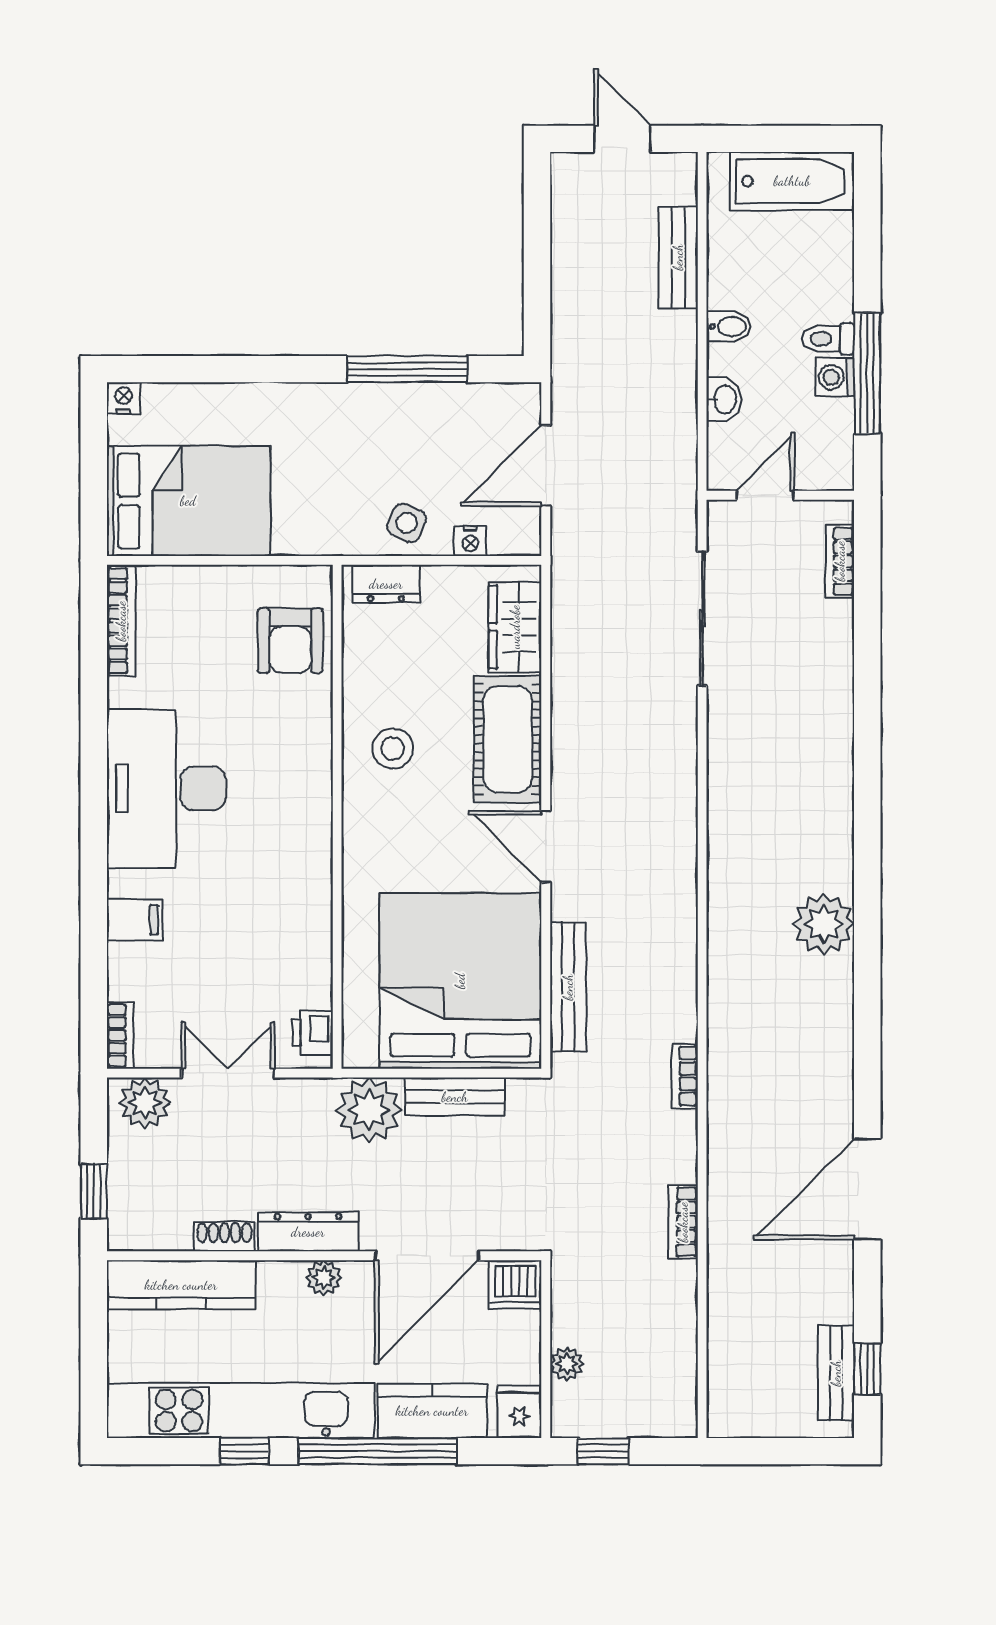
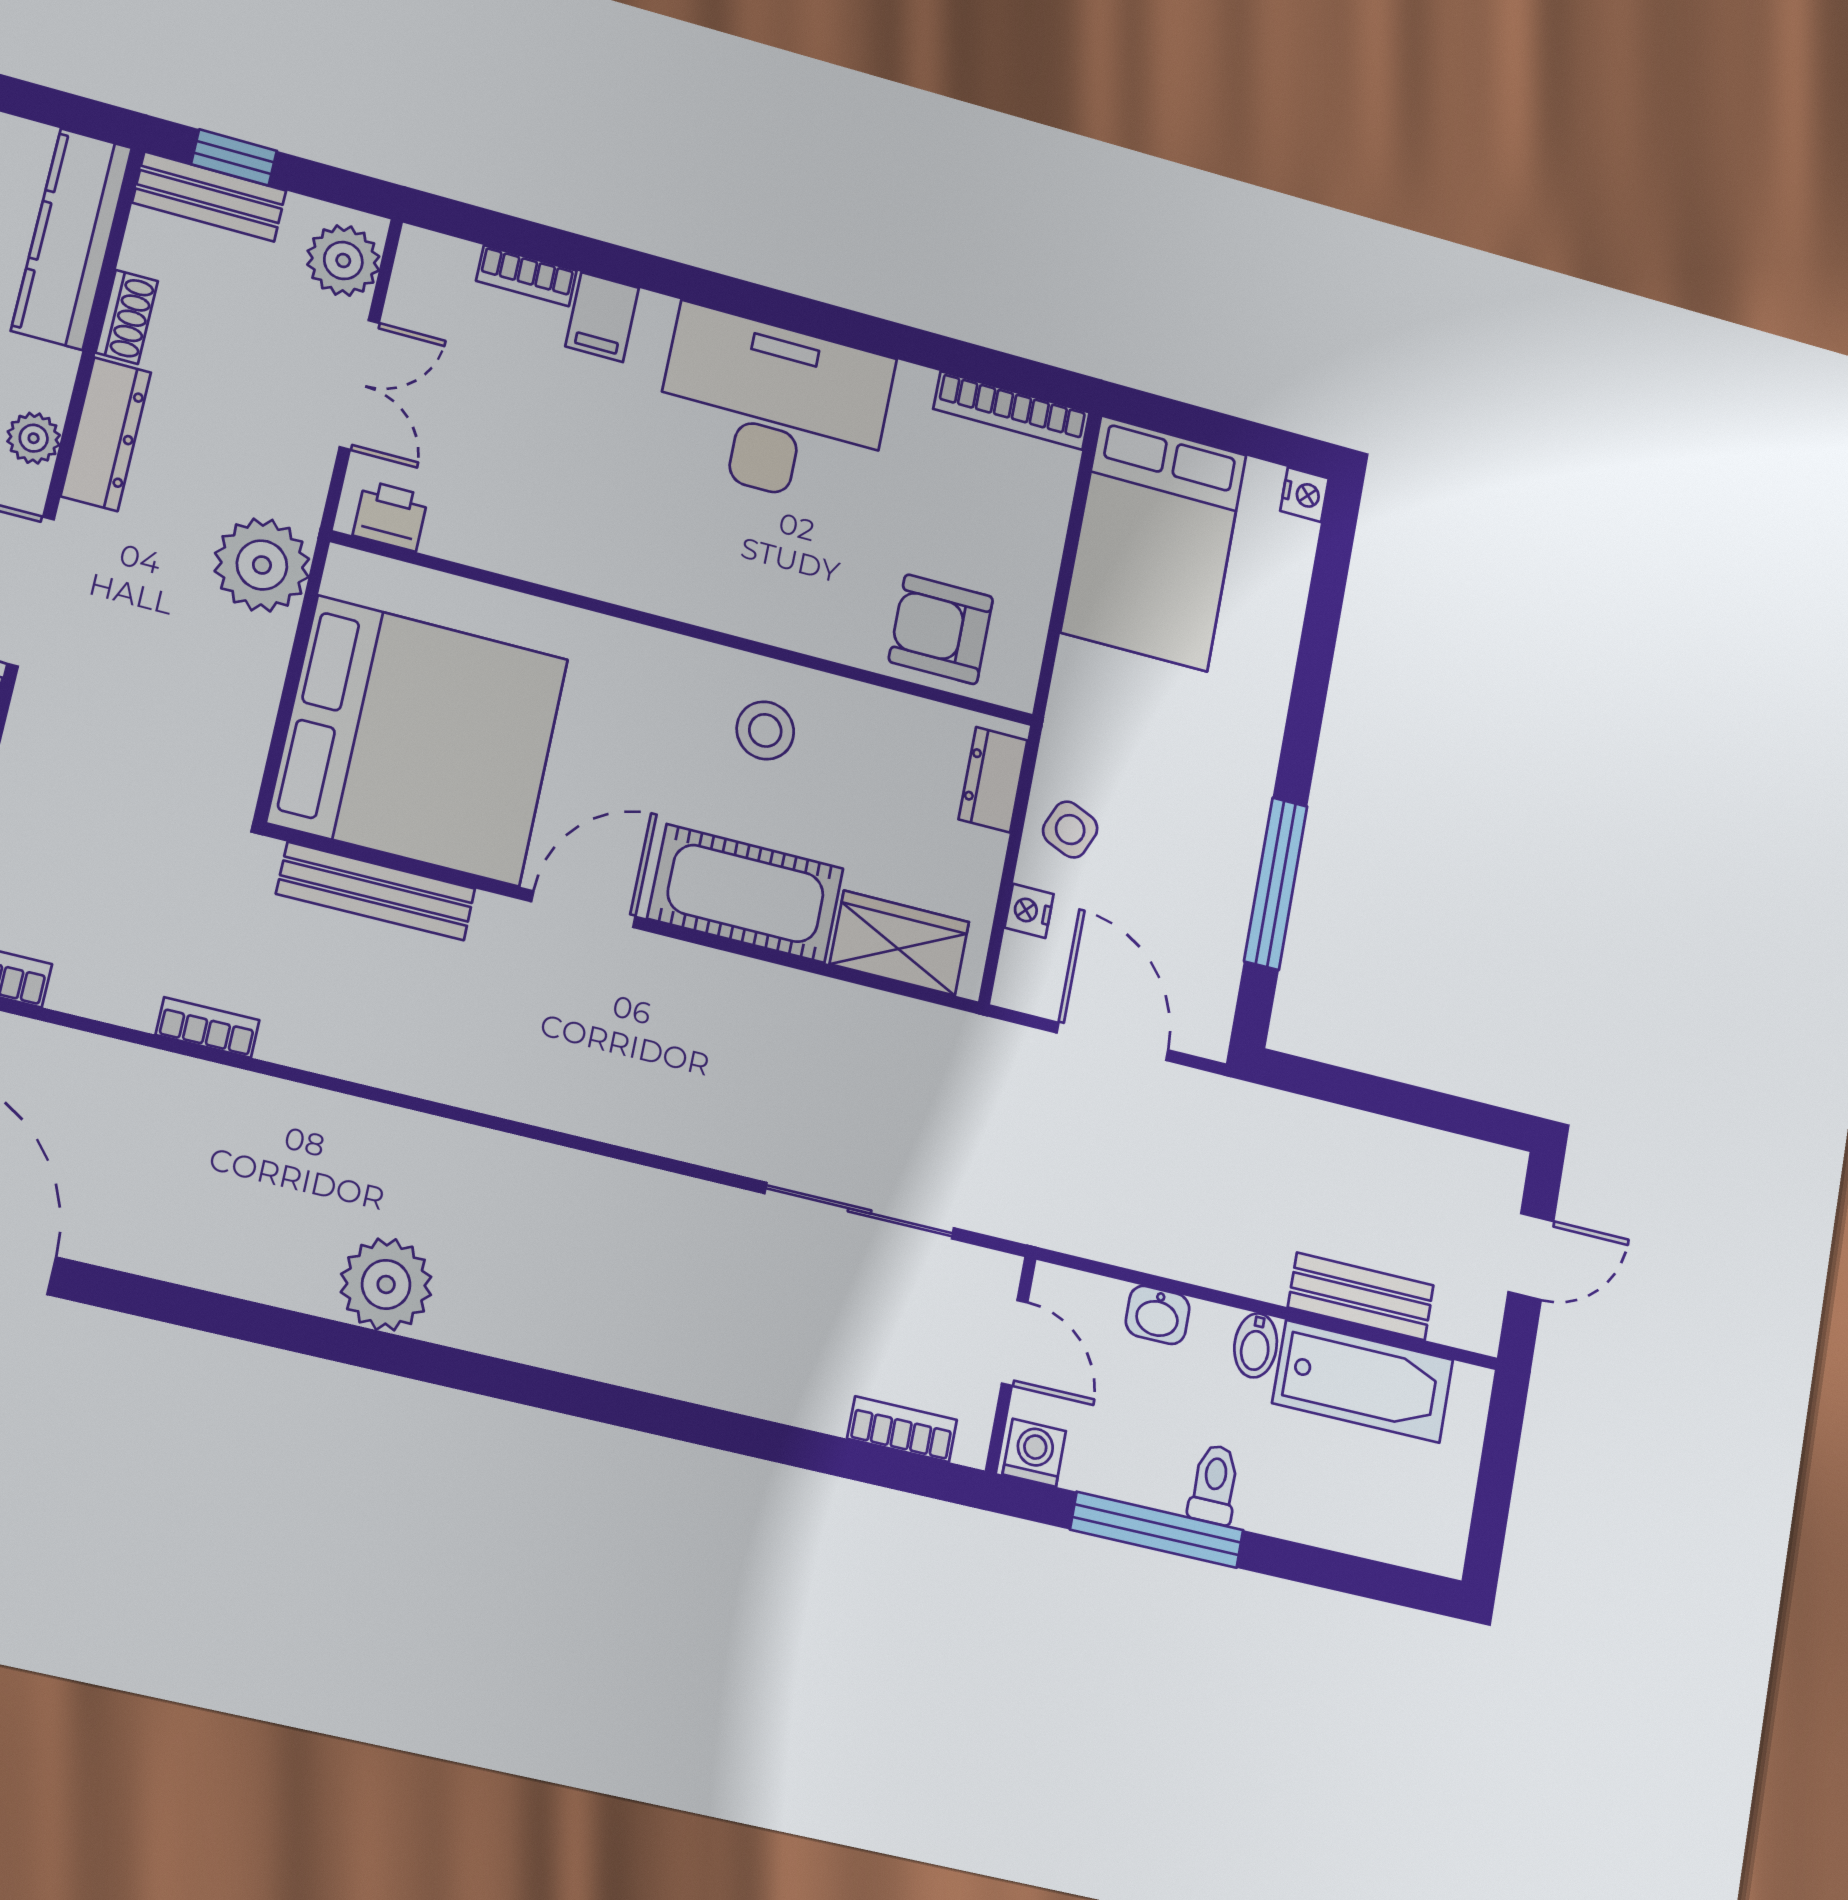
bathtub: (792, 181) -> (1363, 1381), moved, turned -90
washing machine: (835, 377) -> (1034, 1453), moved
bookcase: (120, 1035) -> (526, 276), moved
bench: (455, 1097) -> (209, 197), moved, turned 90

